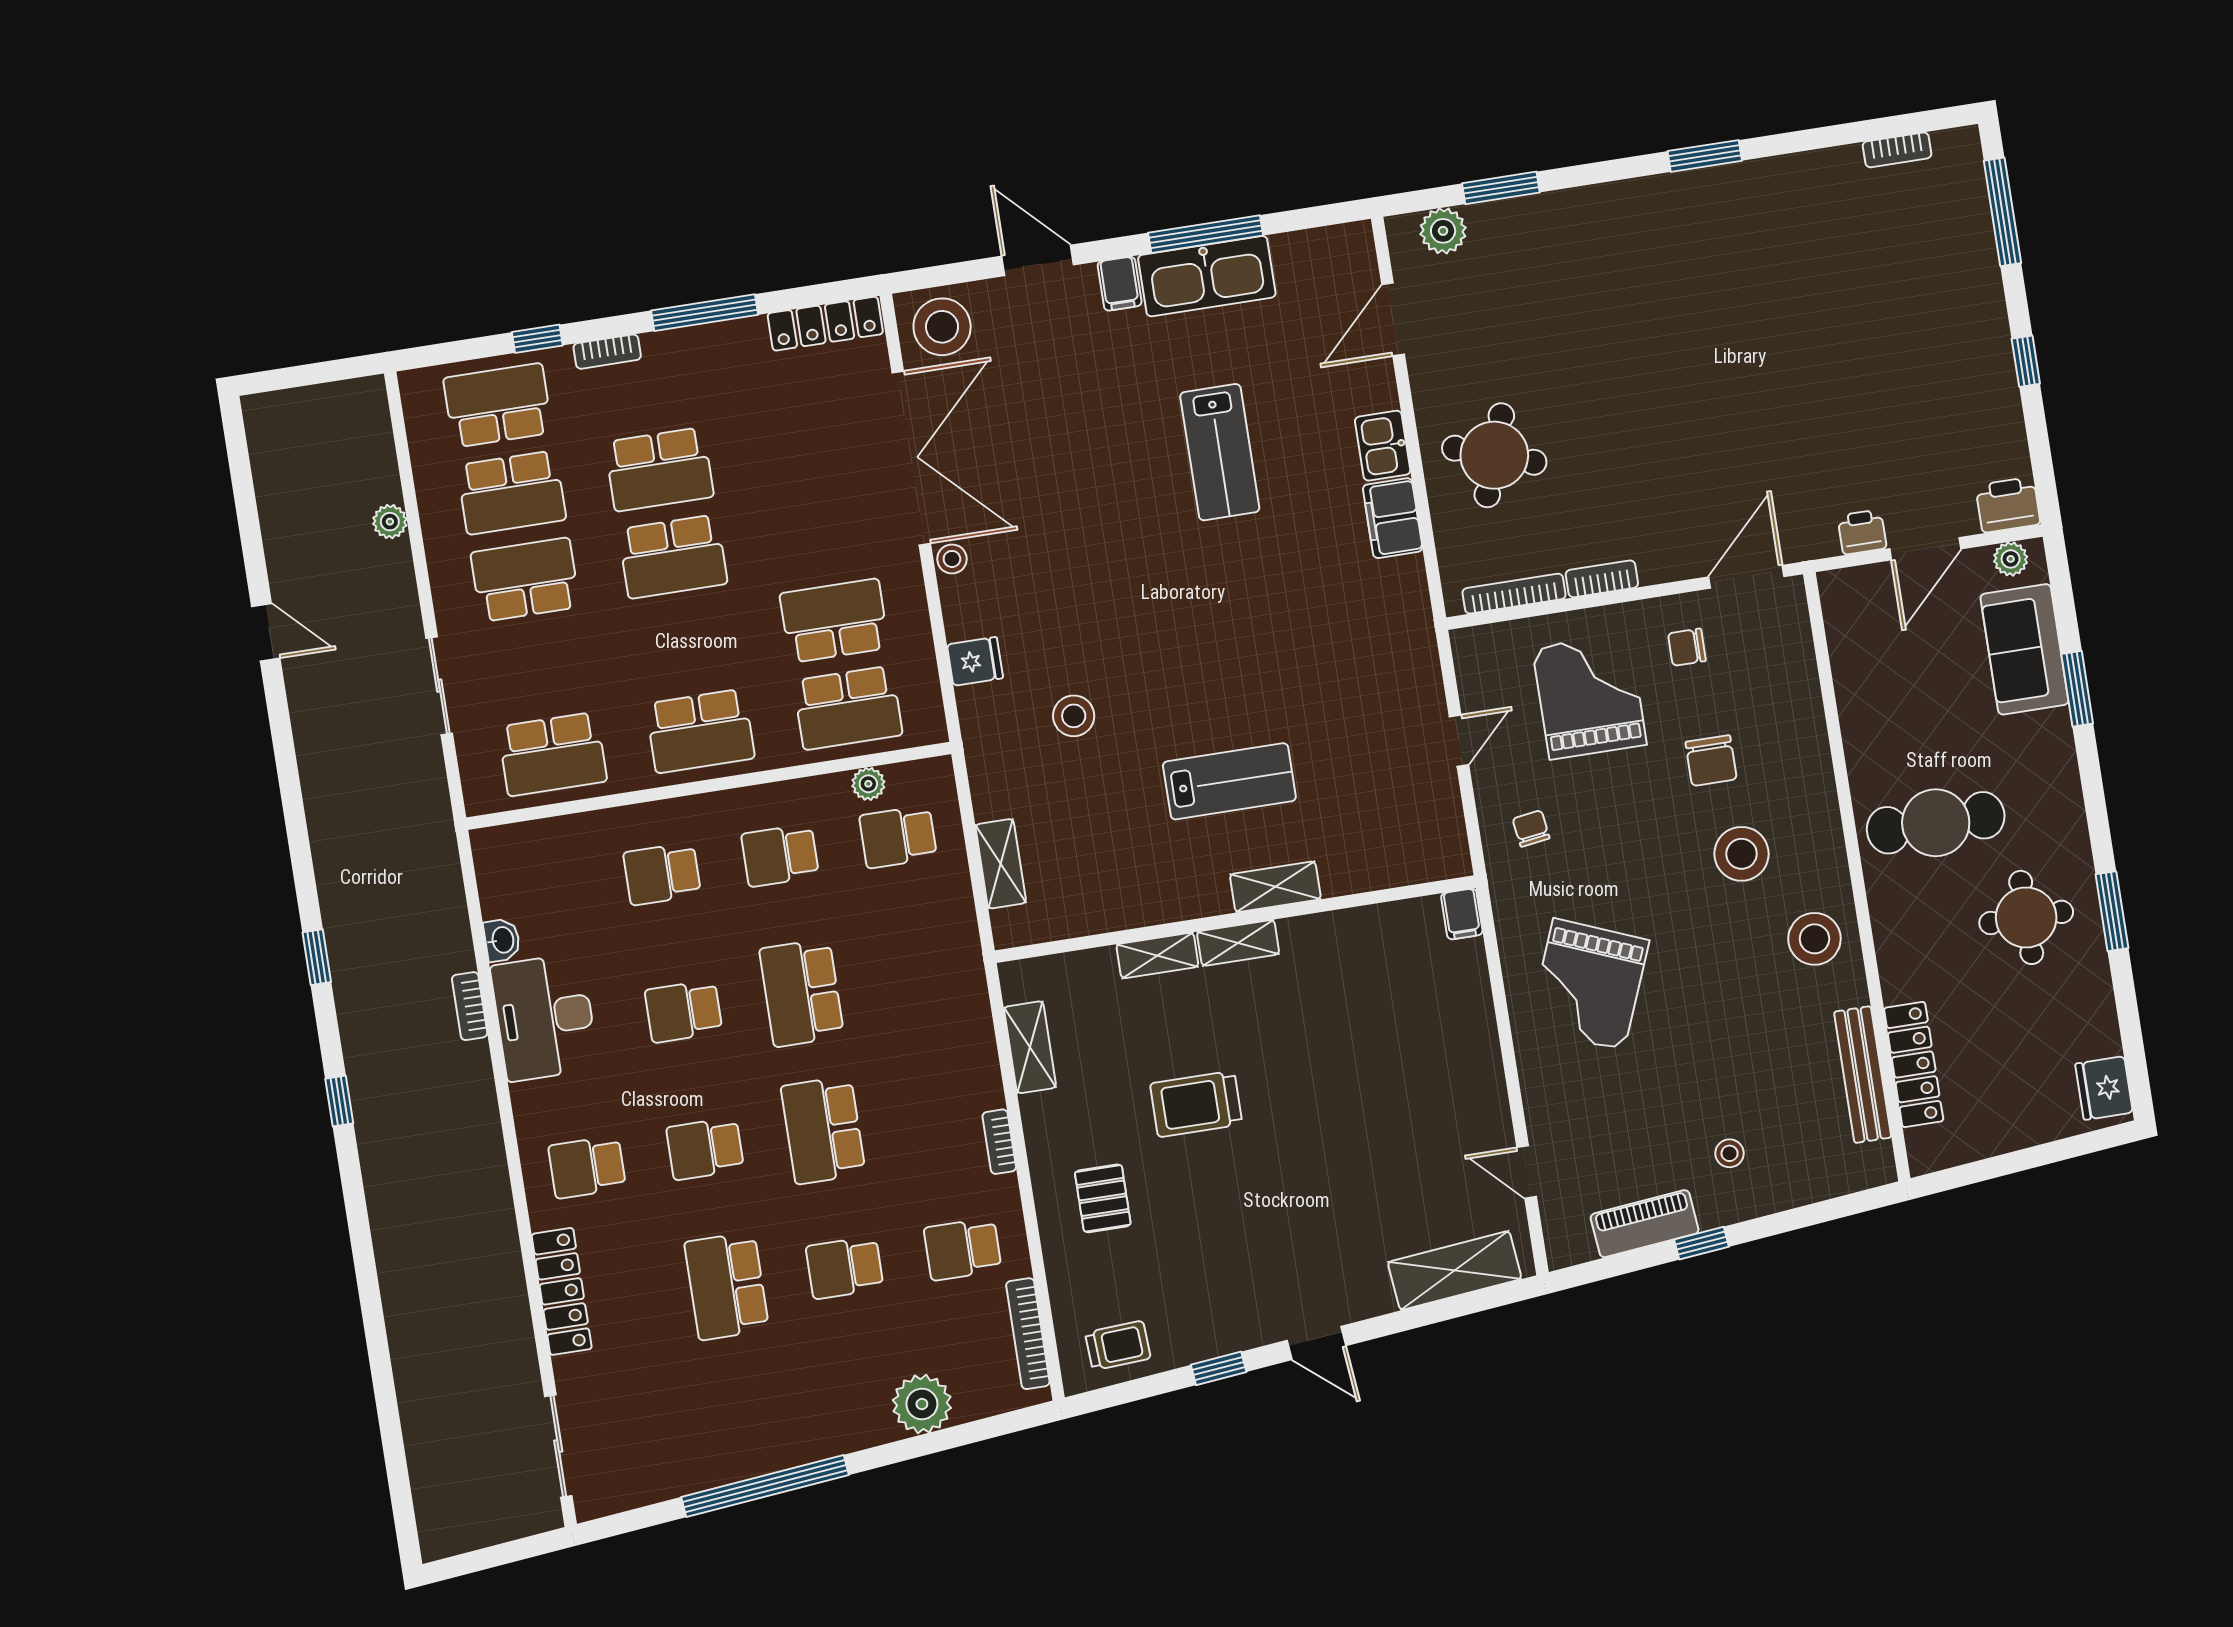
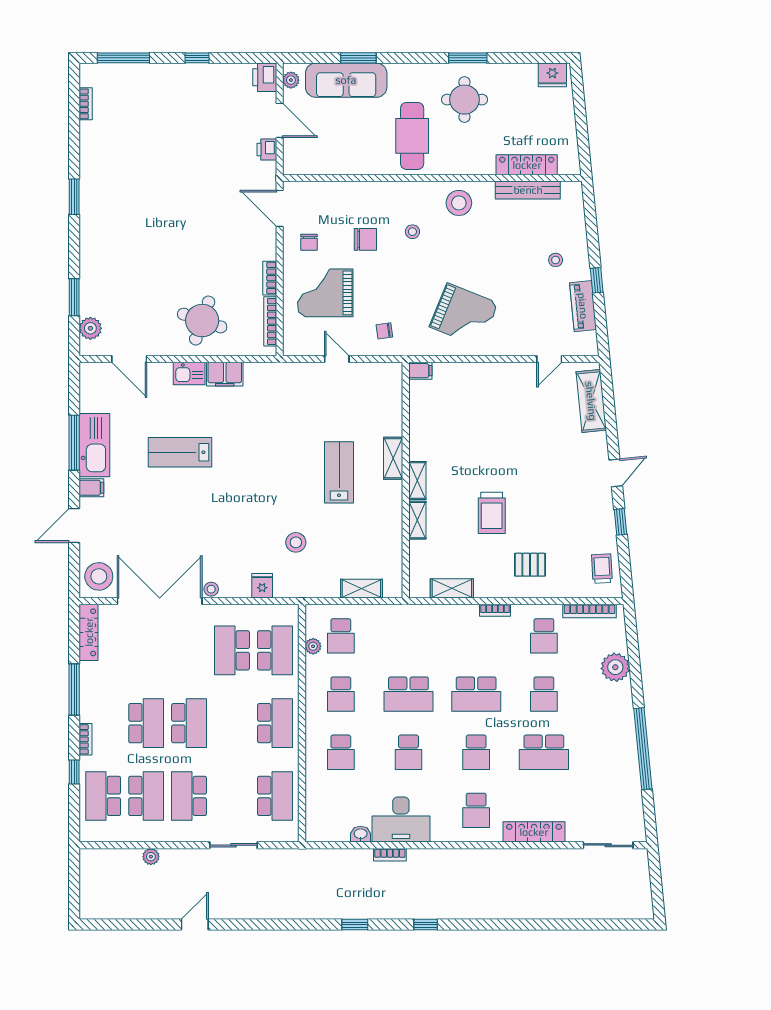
lab bench: (1220, 452) -> (180, 452), turned 180
sofa: (2024, 649) -> (346, 80), width x1.36
stool: (1741, 854) -> (412, 232), width x0.53, depth x0.53

